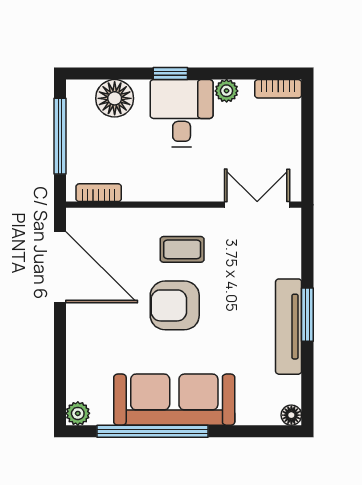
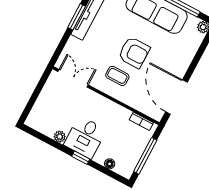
bookcase: (278, 89) -> (36, 125), removed
floor lamp: (115, 98) -> (110, 164), width x0.53, depth x0.53
double door: (257, 205) -> (73, 78), swing flipped

